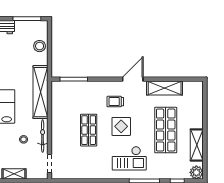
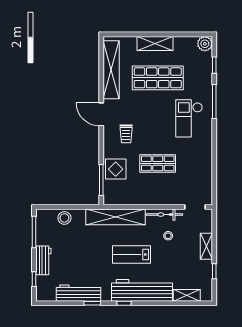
shelving: (165, 88) -> (111, 70), width x1.47
display table: (121, 126) -> (116, 169), moved
shelving: (197, 145) -> (155, 43), moved
checkout: (129, 158) -> (189, 118), turned 180

